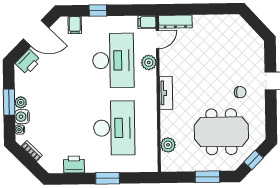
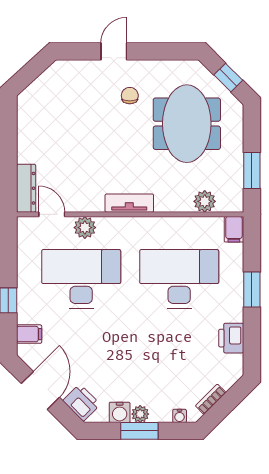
filing cabinet: (147, 22) -> (234, 229), moved
water cooler: (22, 117) -> (120, 412), moved
window: (207, 177) -> (252, 171), moved

